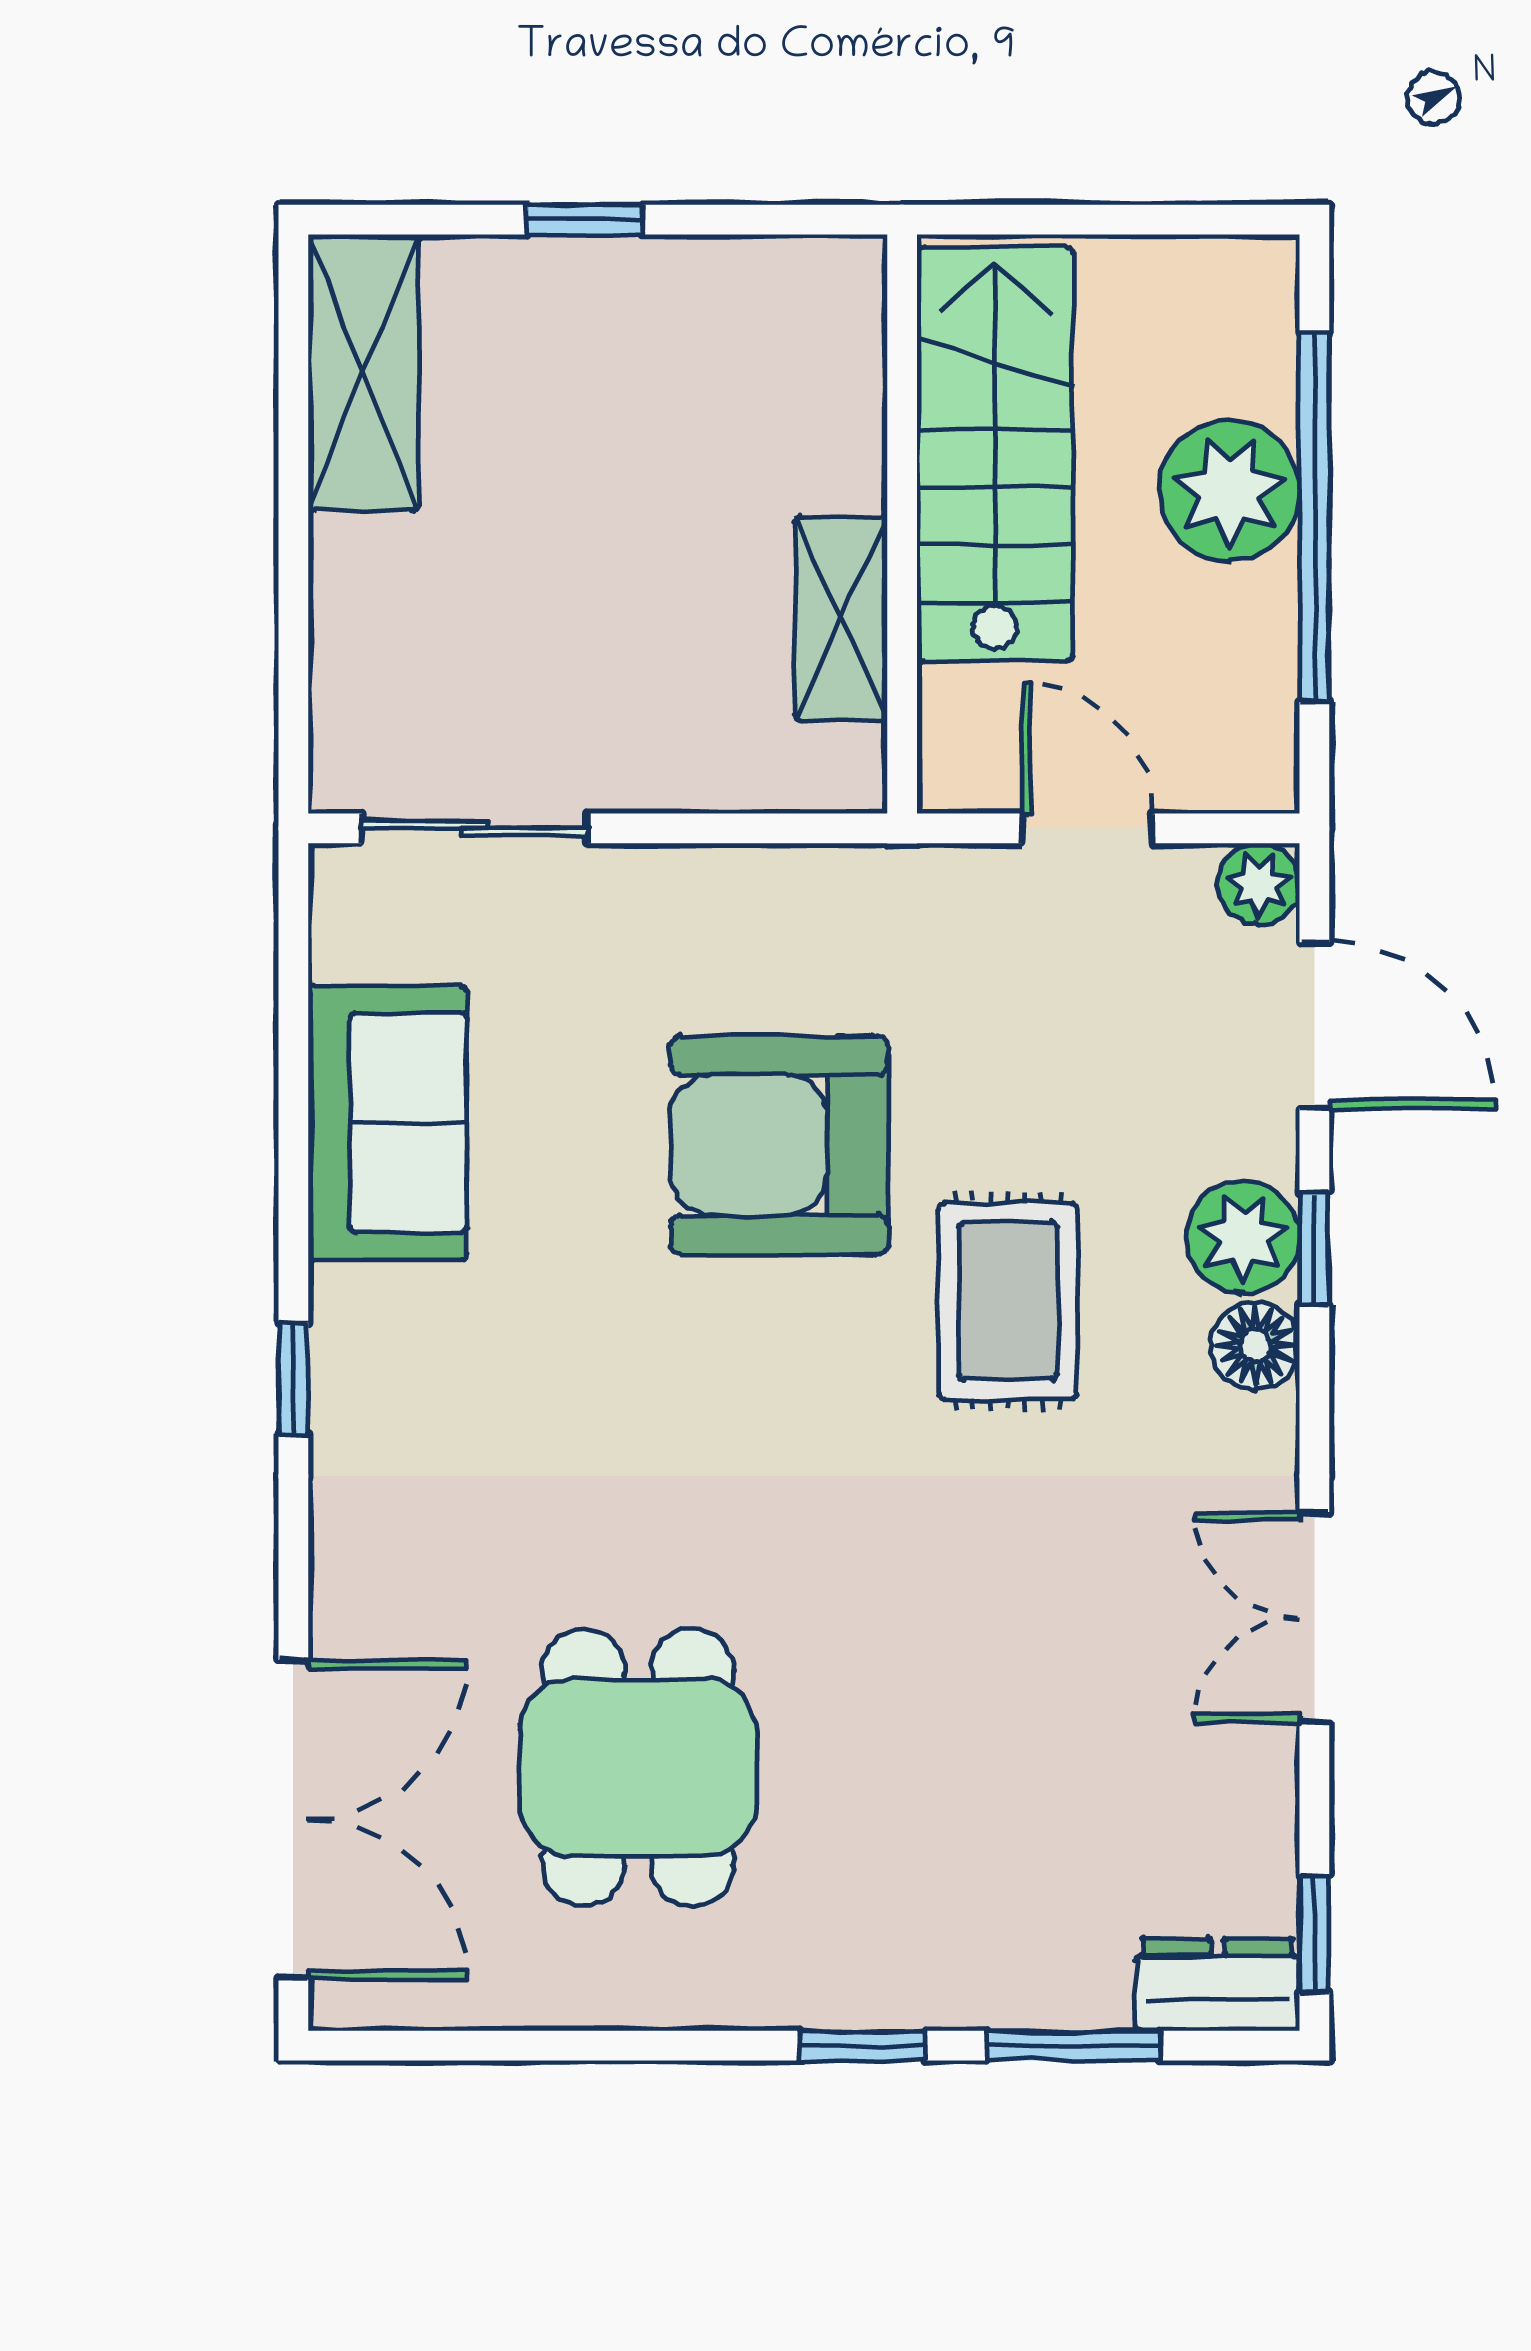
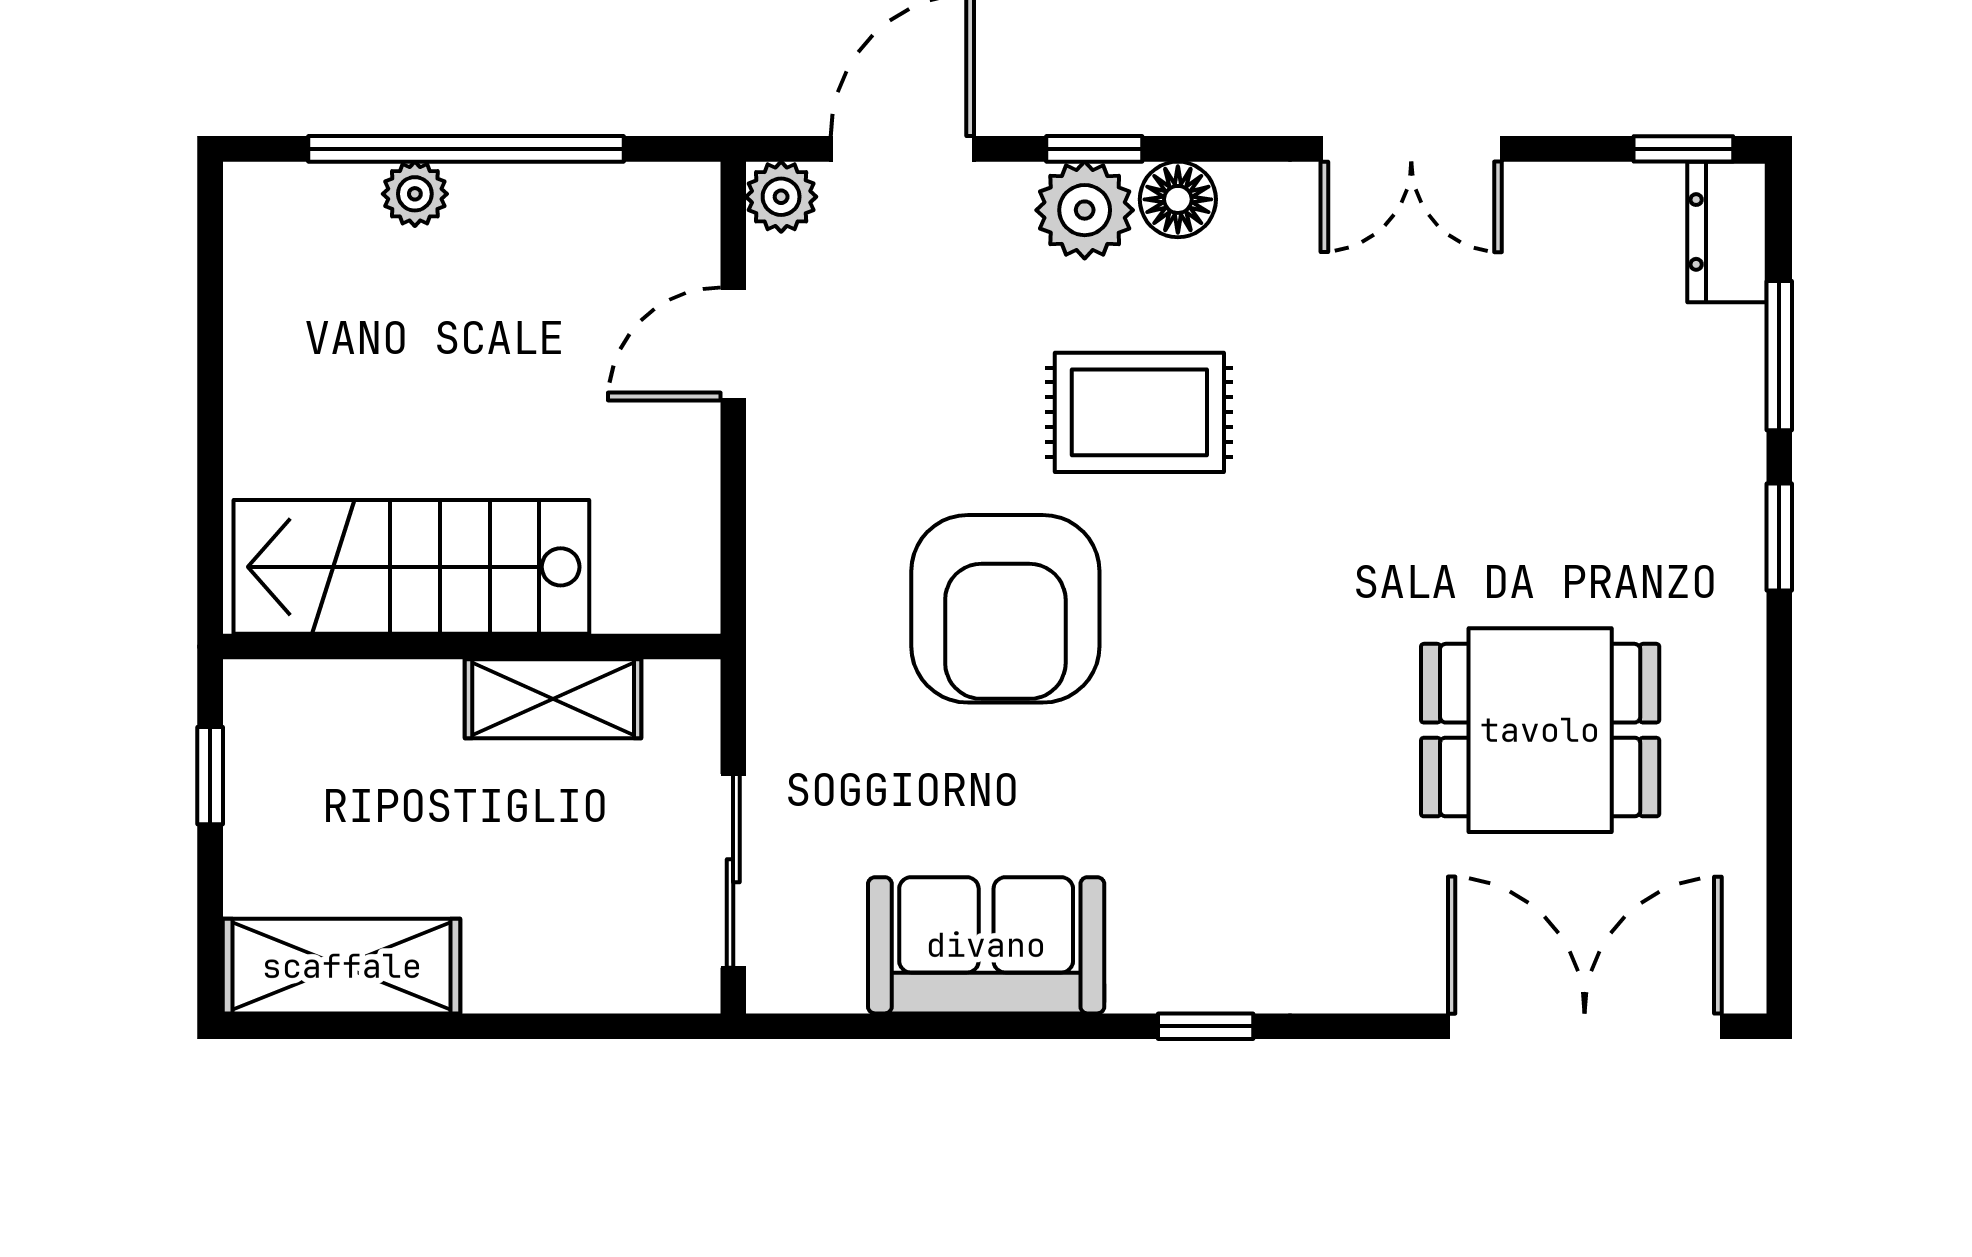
stairs: (995, 454) -> (411, 567), moved
plant: (1229, 491) -> (415, 194), width x0.53, depth x0.53
wall: (902, 524) -> (472, 647), moved
shelving: (841, 619) -> (553, 699), moved

